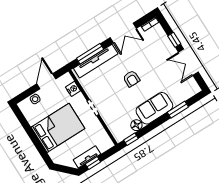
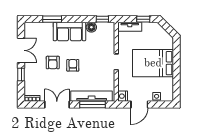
armchair: (152, 70) -> (53, 63), added
nightstand: (73, 89) -> (123, 96), moved
tv unit: (87, 157) -> (130, 27), moved

